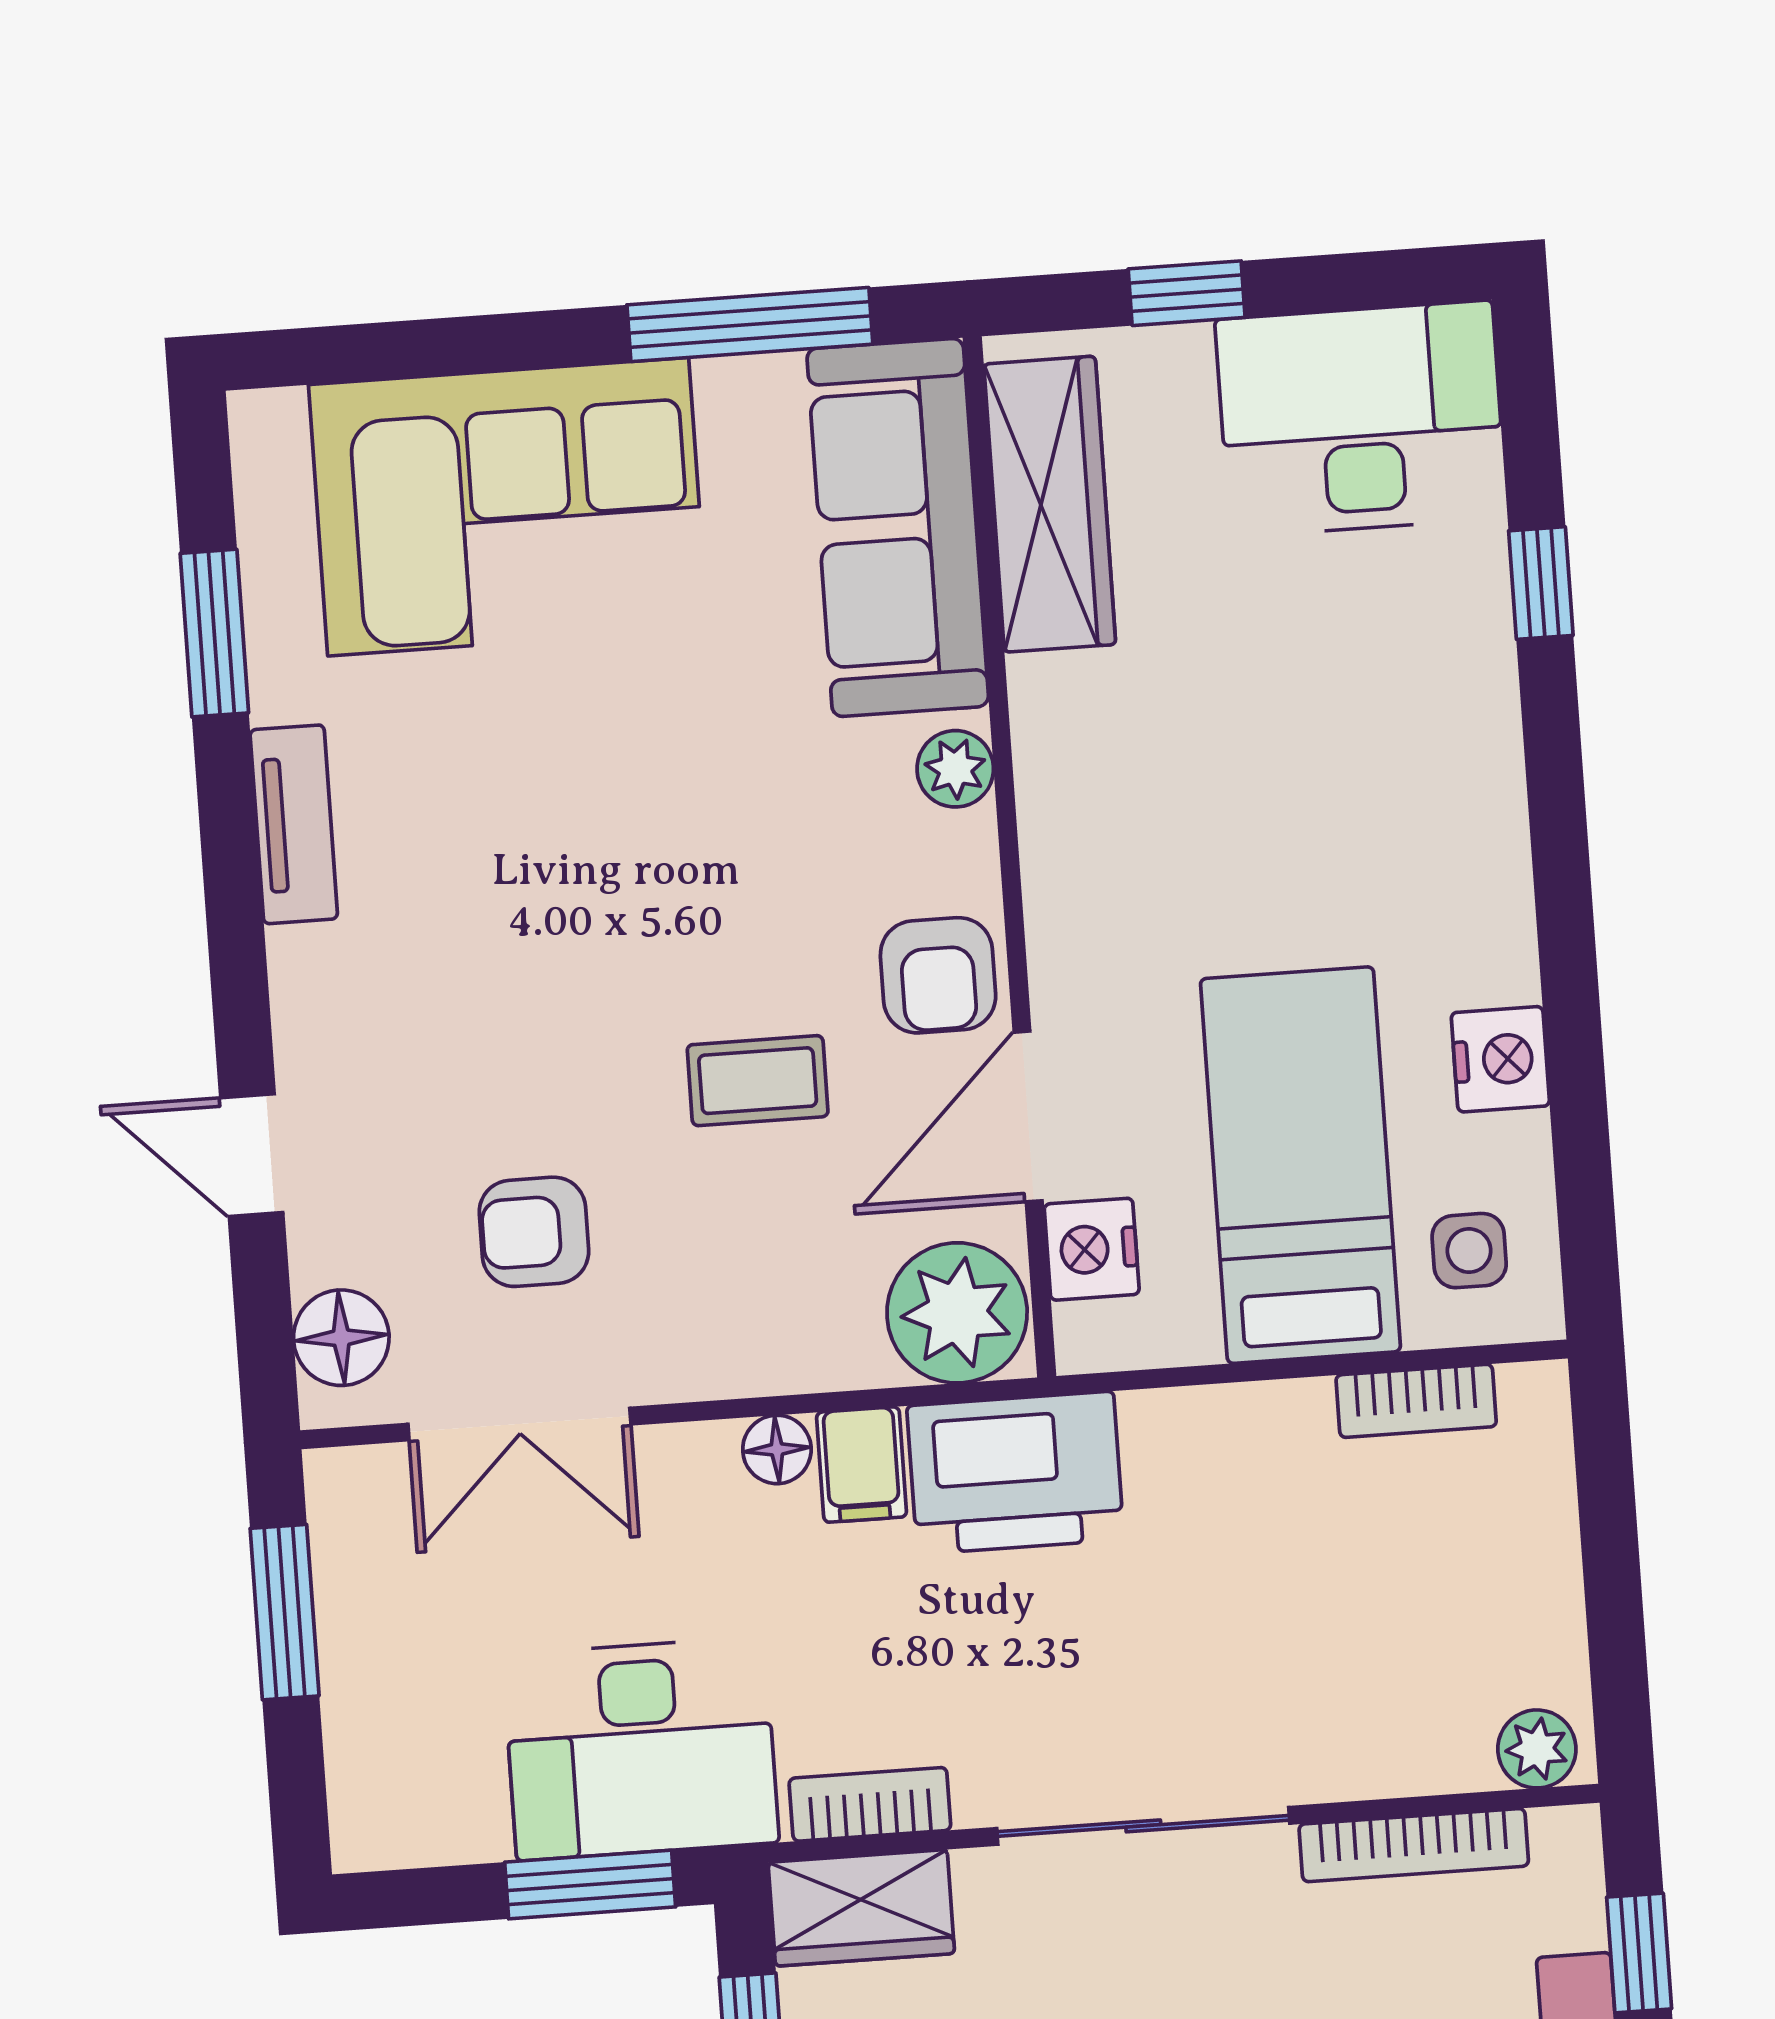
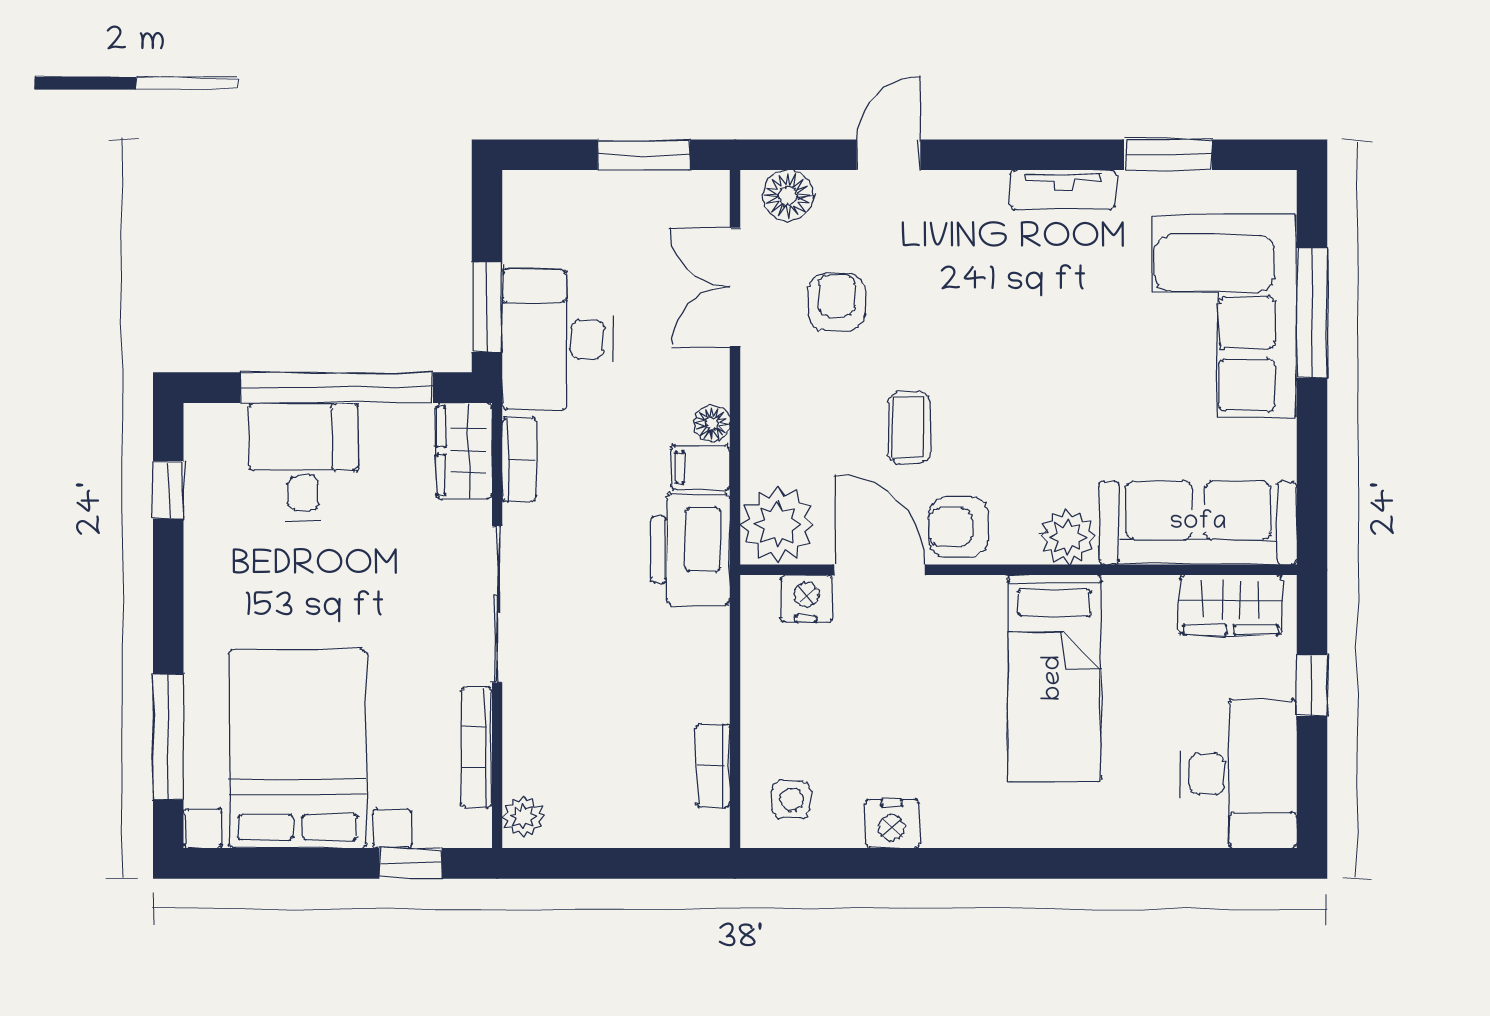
window: (750, 324) -> (1312, 313), moved
wardrobe: (1050, 504) -> (1231, 605), width x0.67
window: (1541, 583) -> (1144, 863), removed
plant: (955, 769) -> (1067, 537), width x1.38, depth x1.38
bed: (1300, 1165) -> (1054, 678), moved, turned 90

